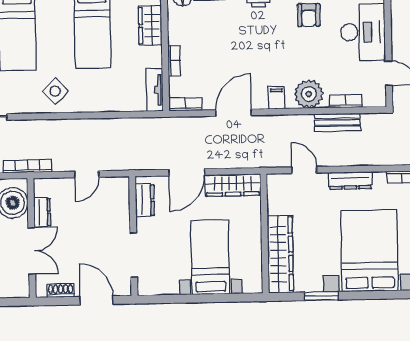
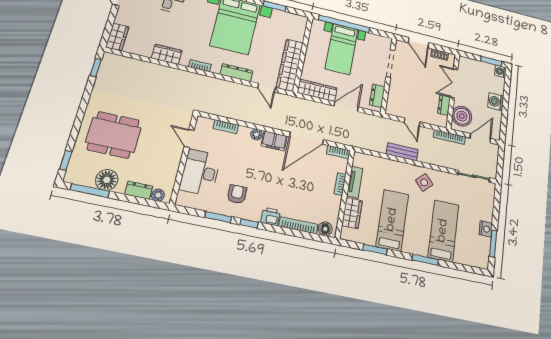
tv unit: (155, 90) -> (355, 182), moved
plant: (309, 94) -> (257, 134), width x0.53, depth x0.53
filing cabinet: (276, 98) -> (274, 141), width x2.00
door: (233, 113) -> (306, 138), width x1.36
bench: (337, 122) -> (402, 152), moved
door: (87, 174) -> (412, 122), swing flipped
wardrobe: (280, 254) -> (290, 65), moved
window: (214, 298) -> (344, 24), added

